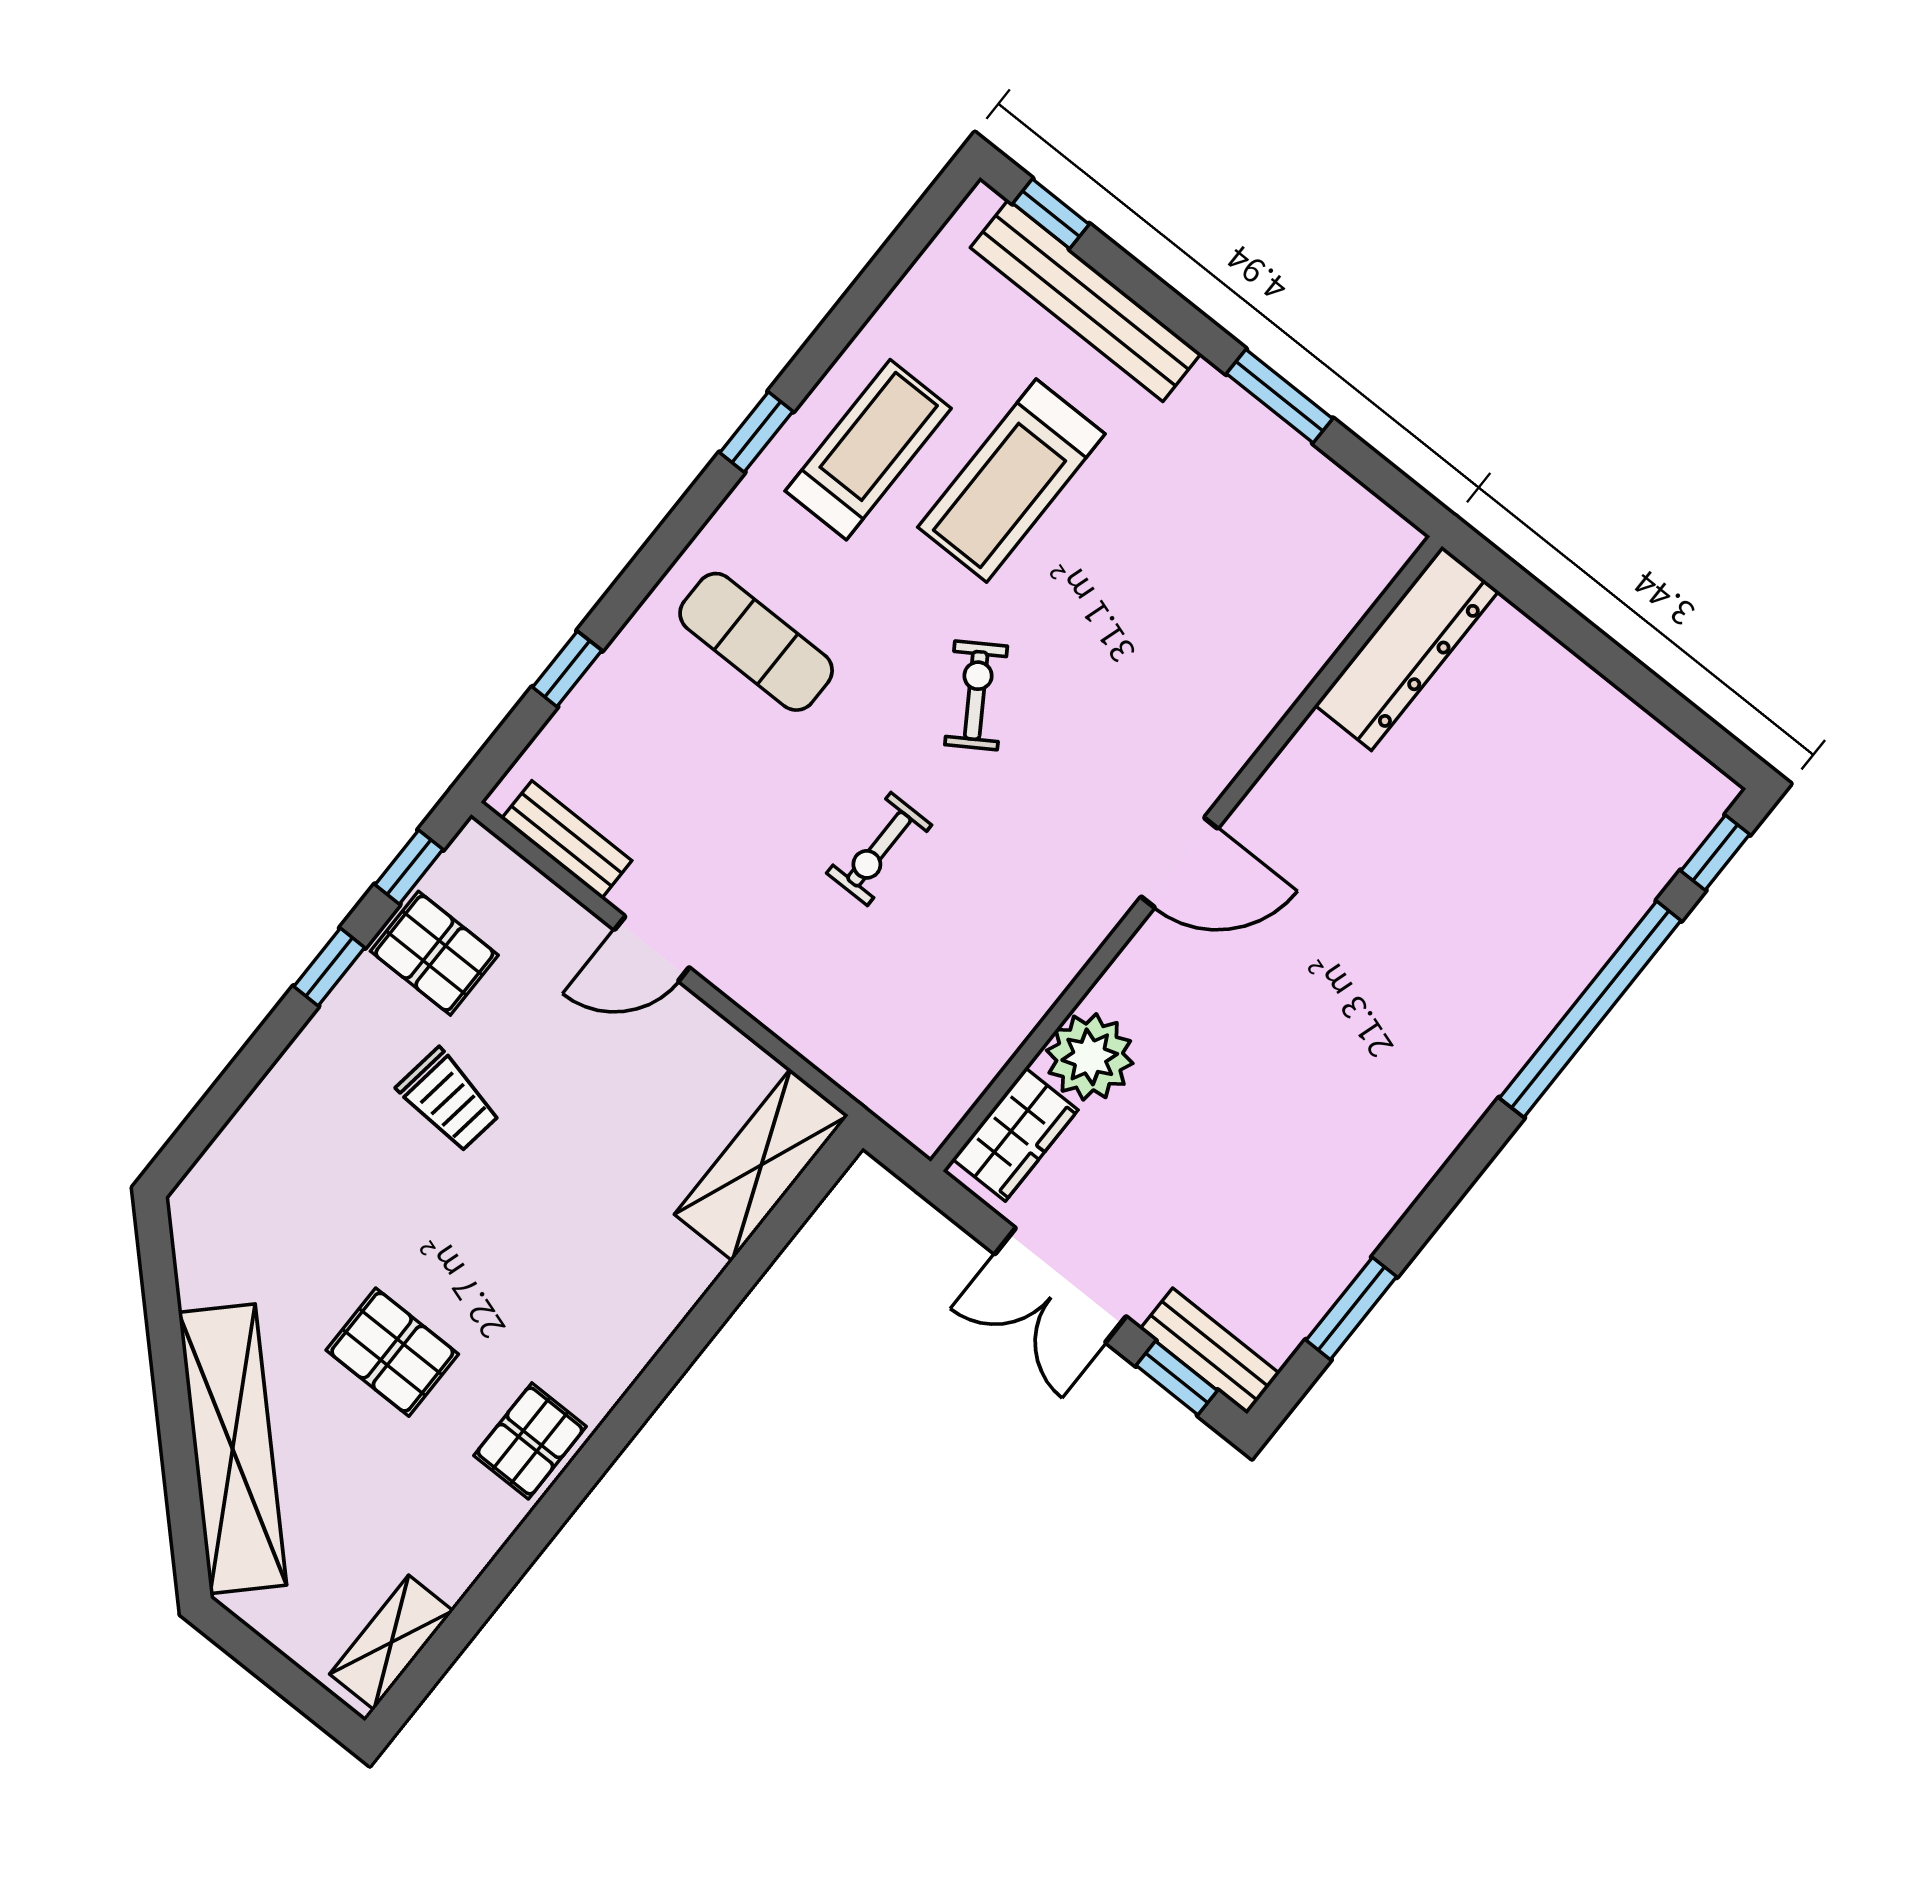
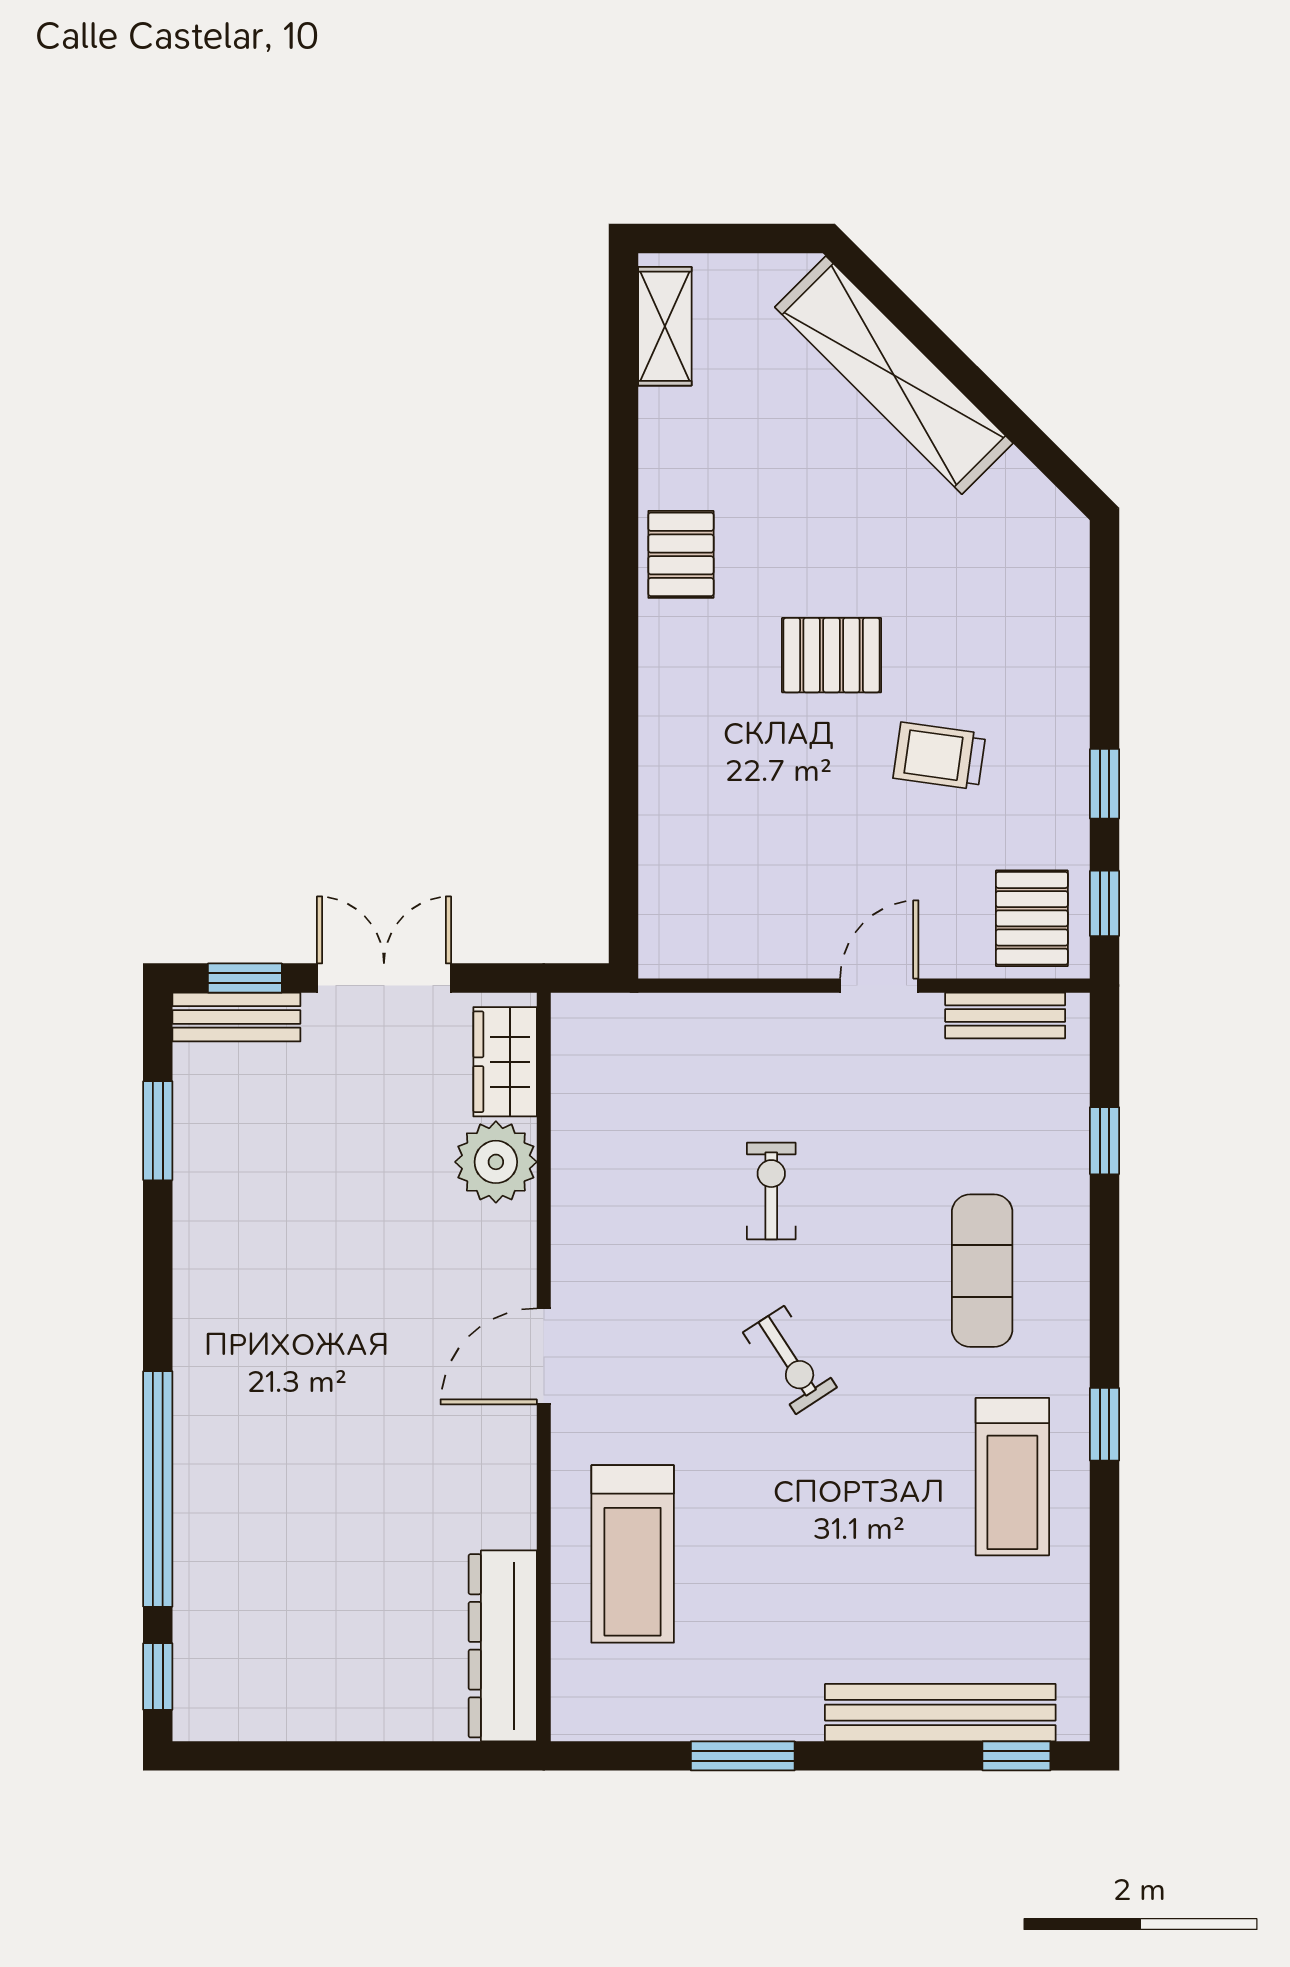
treadmill: (1011, 481) -> (633, 1554), moved, turned 180
exercise mat: (756, 642) -> (982, 1271), turned 90
pallet: (434, 953) -> (1032, 918), moved, turned 90
shelving: (761, 1165) -> (673, 891), removed
pallet: (392, 1352) -> (832, 655), moved

